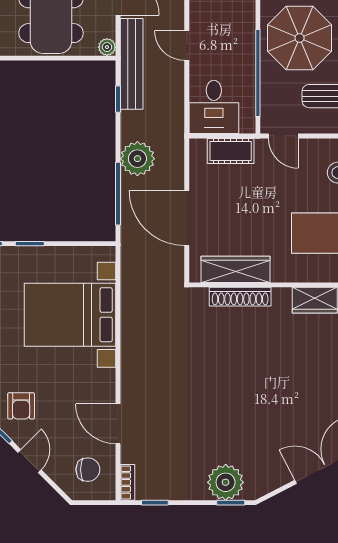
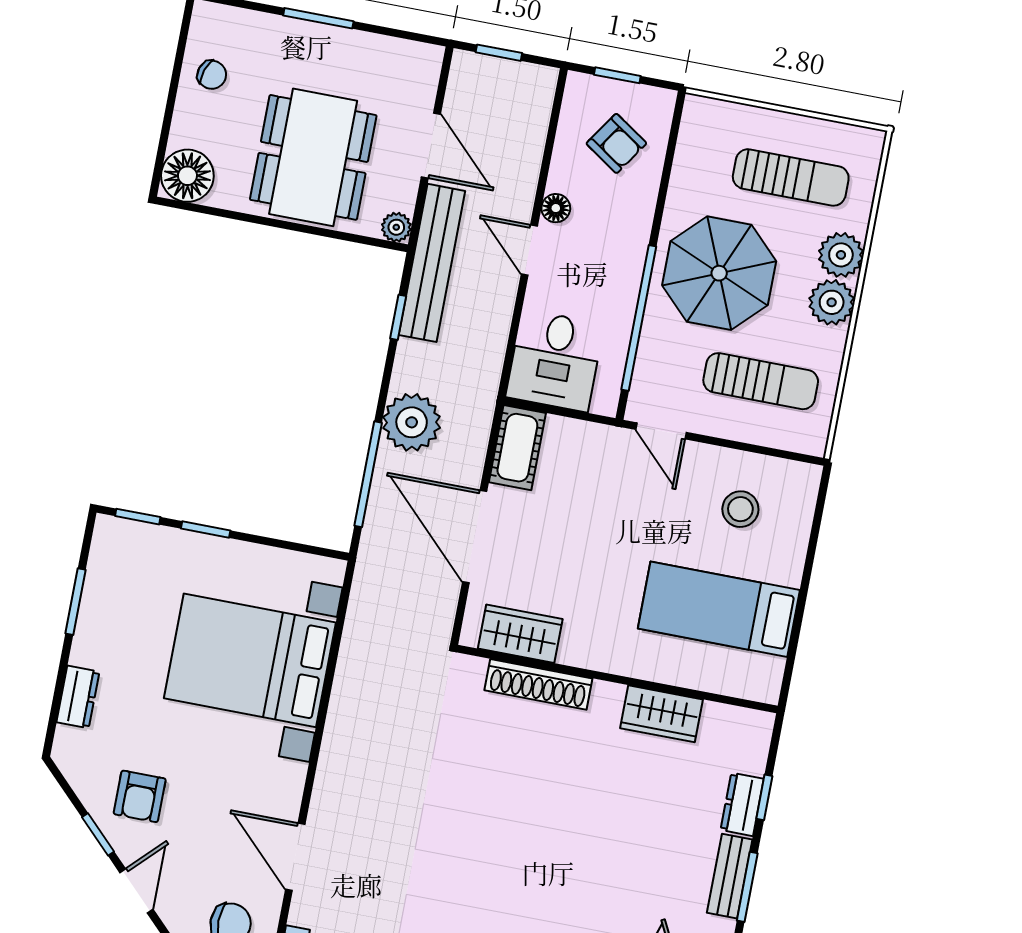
floor lamp: (197, 18) -> (556, 208), added
cot: (231, 151) -> (517, 448), moved, turned 90
wardrobe: (235, 269) -> (520, 634), width x0.67

